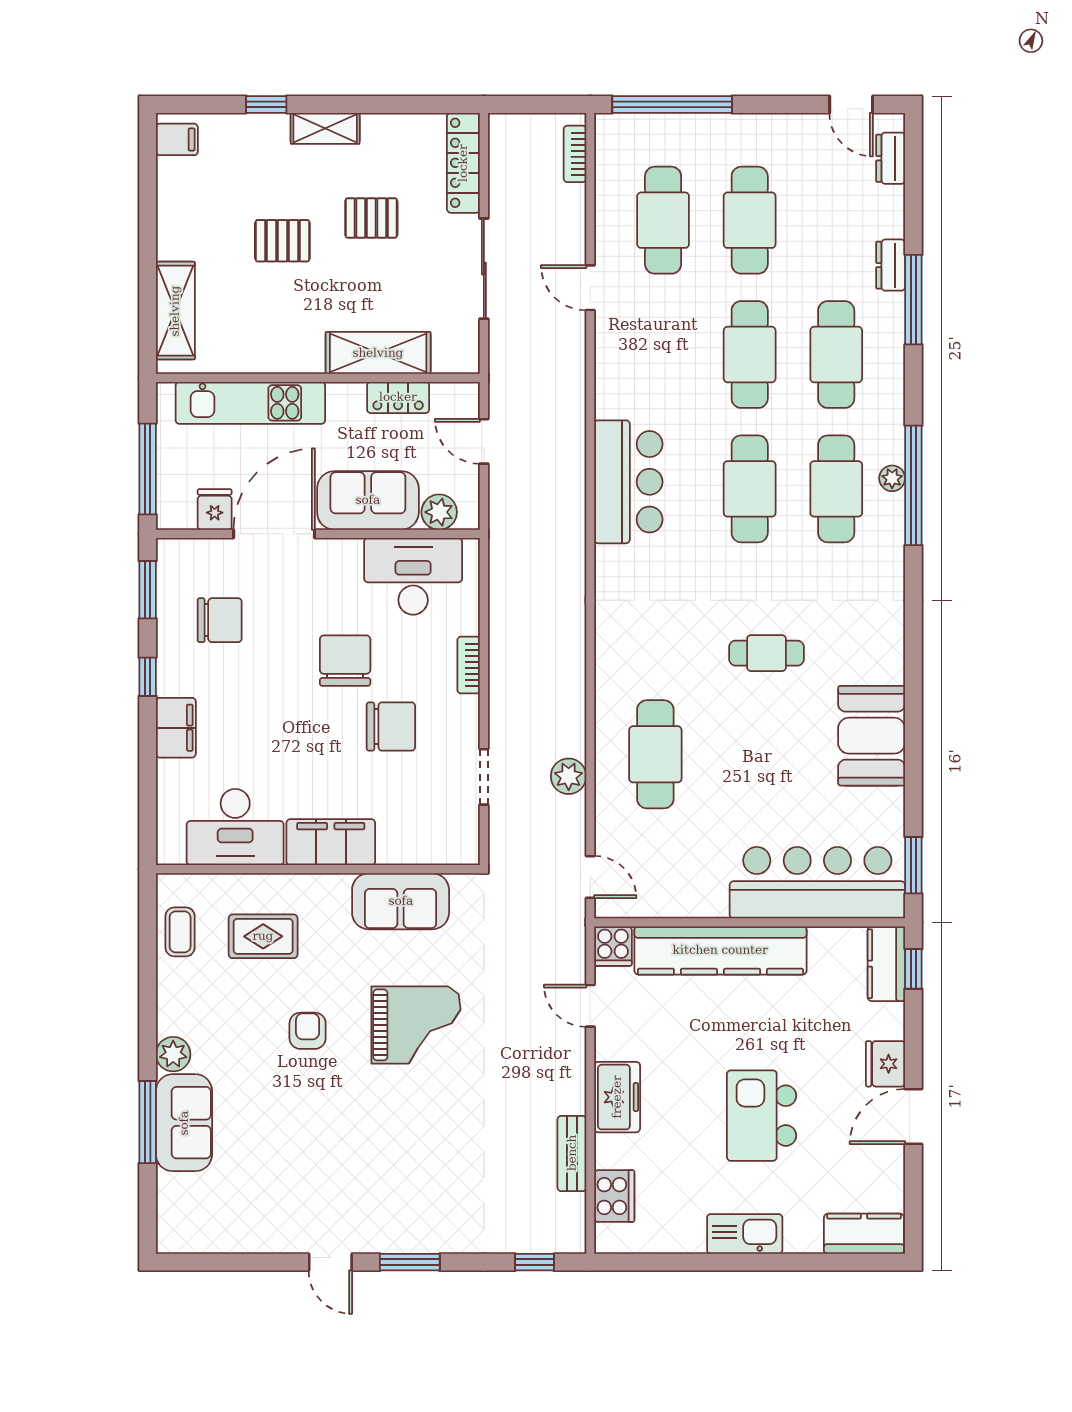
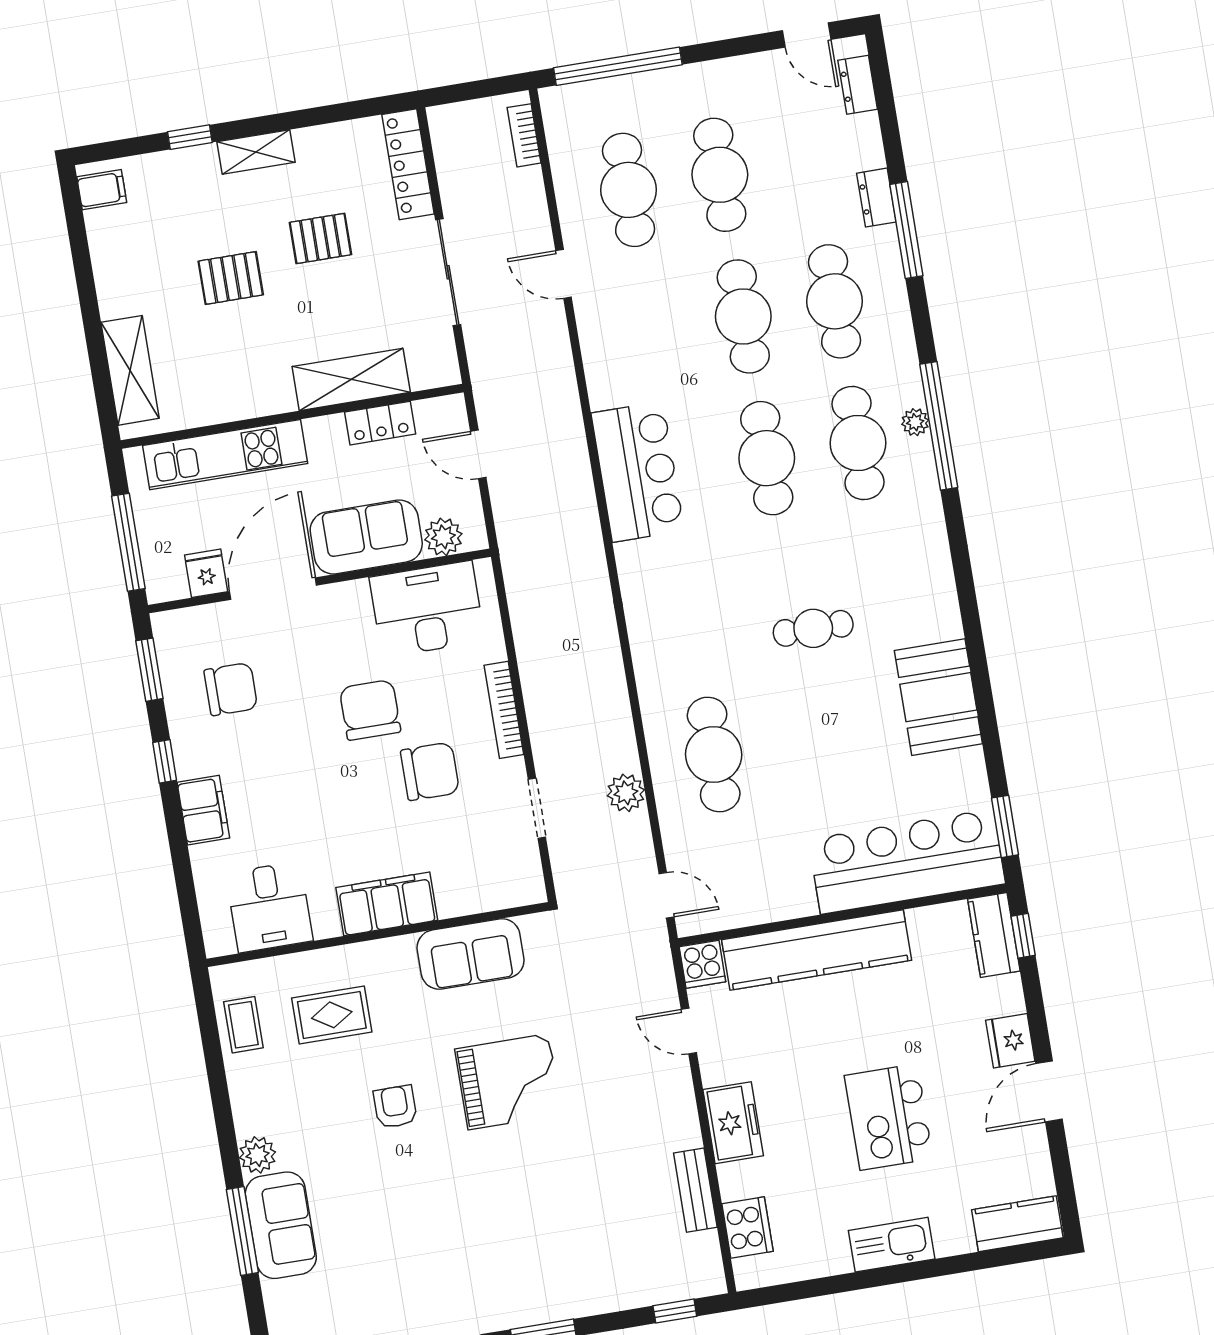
bookcase: (469, 665) -> (504, 710), width x1.56
desk: (235, 827) -> (269, 907), width x0.73

